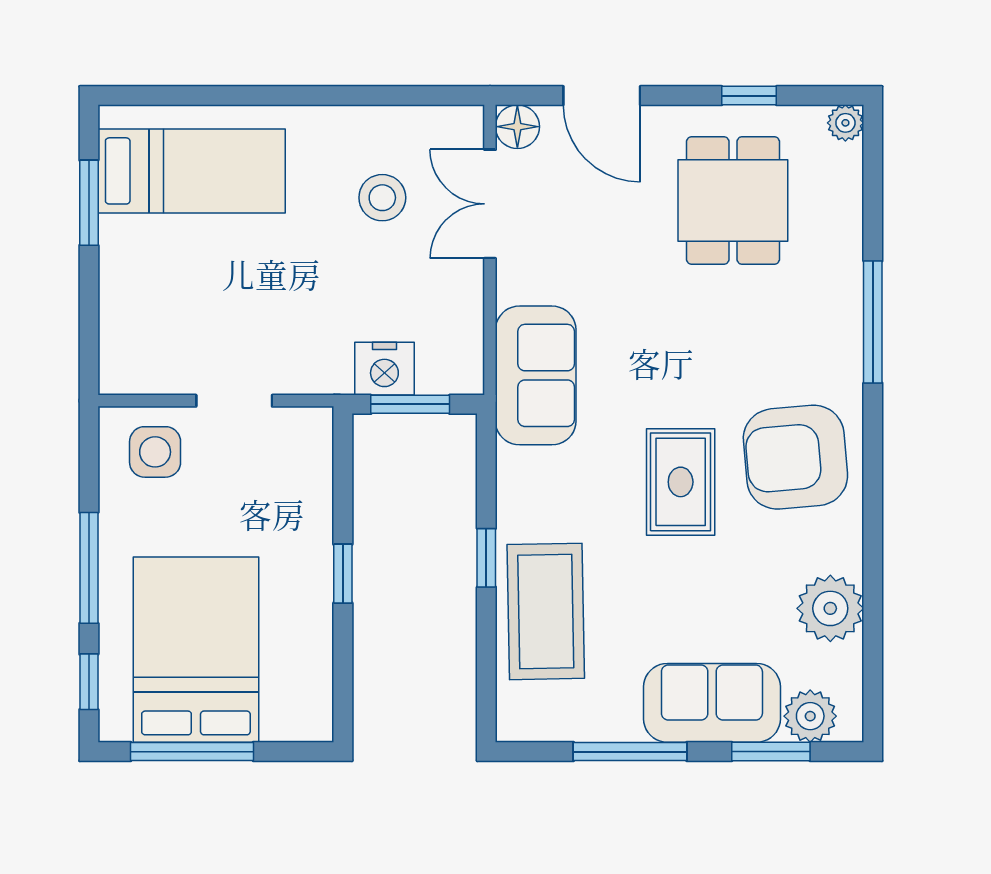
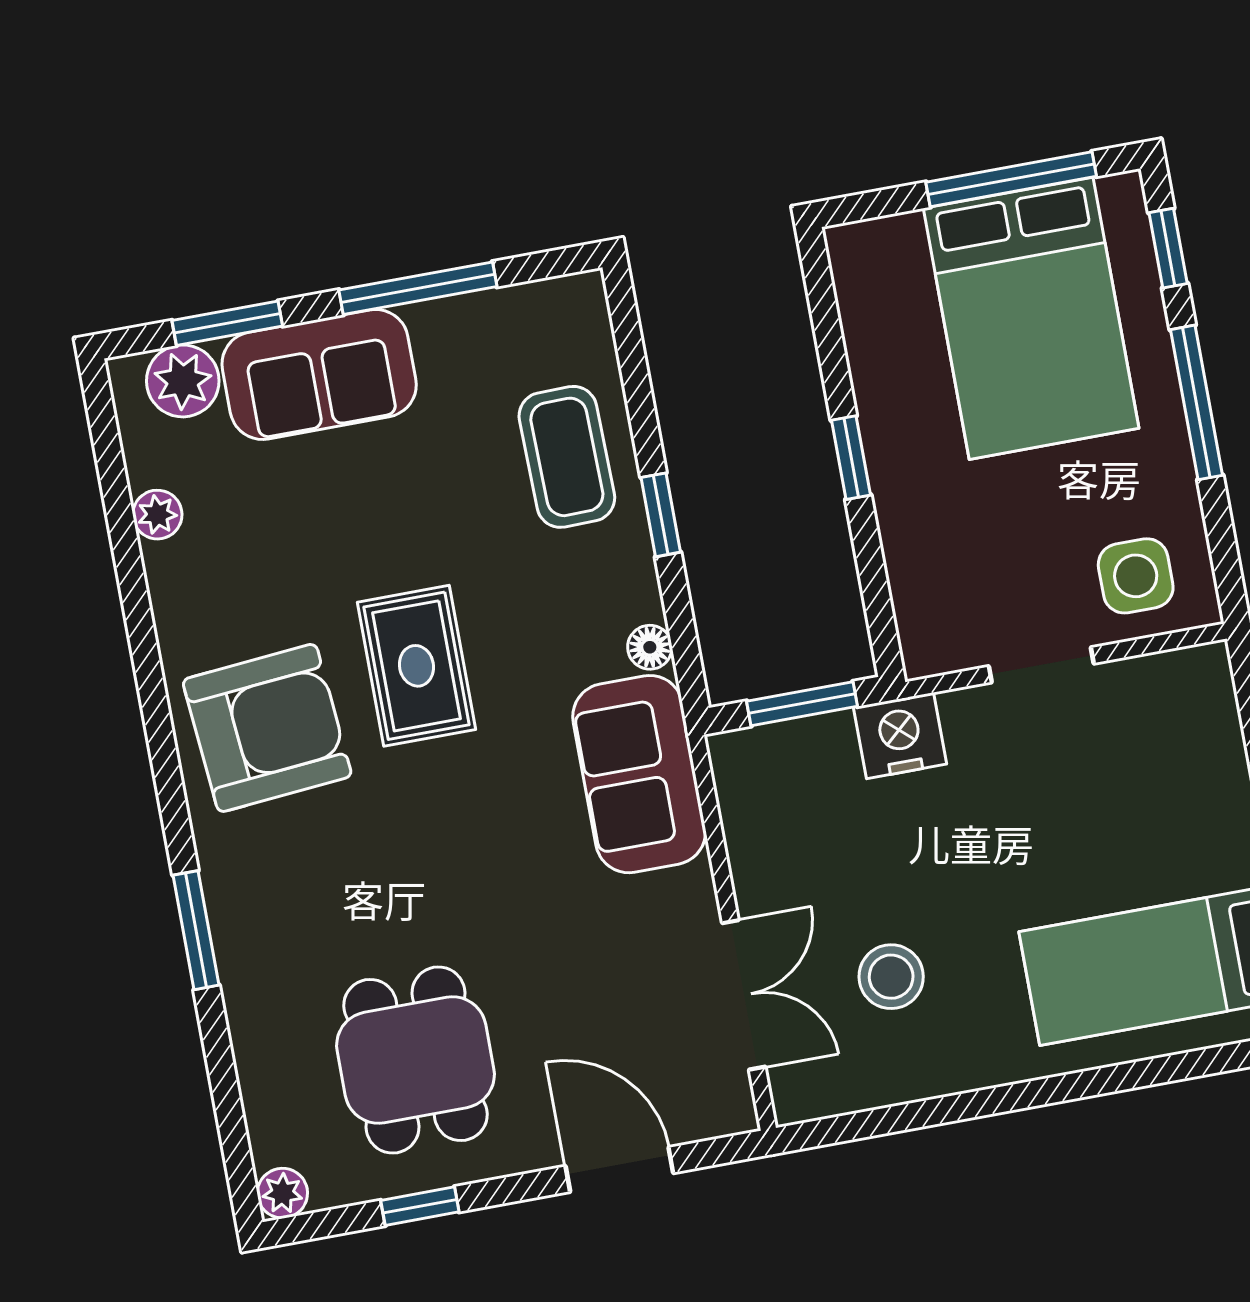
floor lamp: (517, 127) -> (650, 647), moved, width x0.73, depth x0.73
window: (873, 322) -> (196, 930), width x0.69
nightstand: (384, 369) -> (900, 736), moved
plant: (830, 608) -> (157, 515), width x0.53, depth x0.53
coffee table: (546, 611) -> (567, 457), width x0.73, depth x0.76

